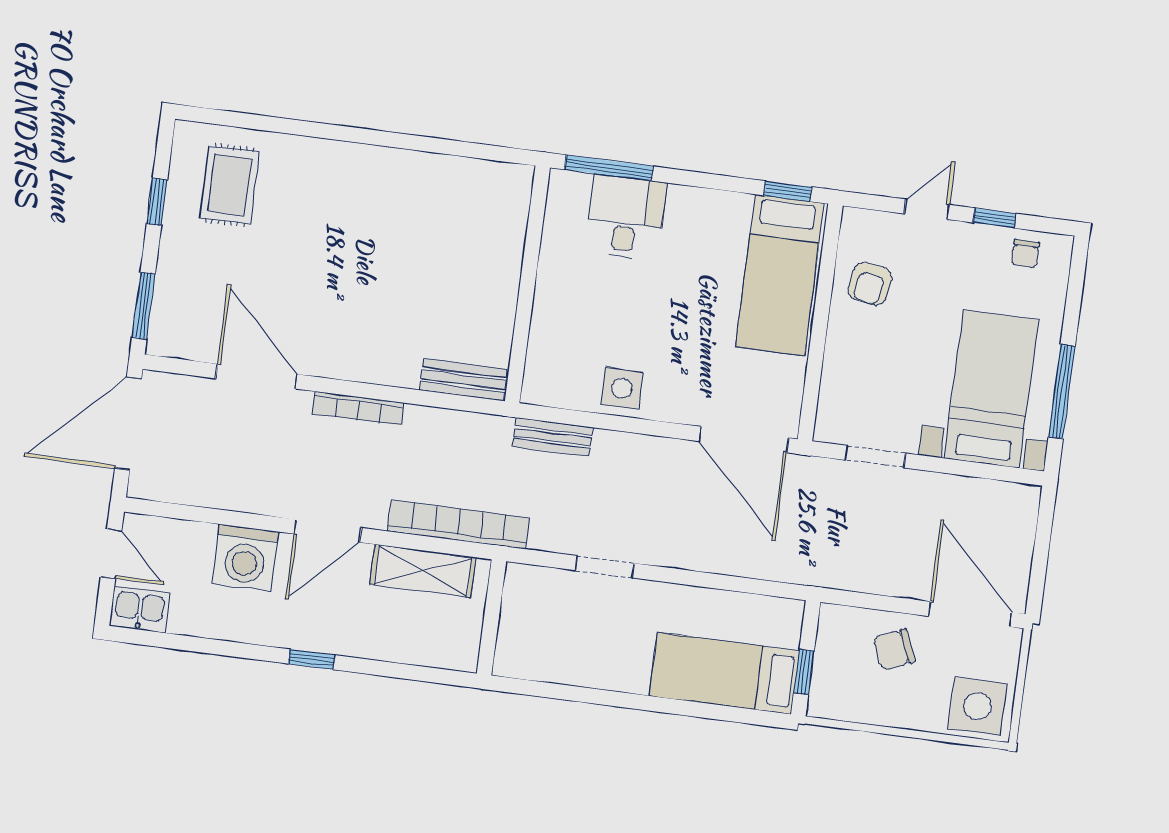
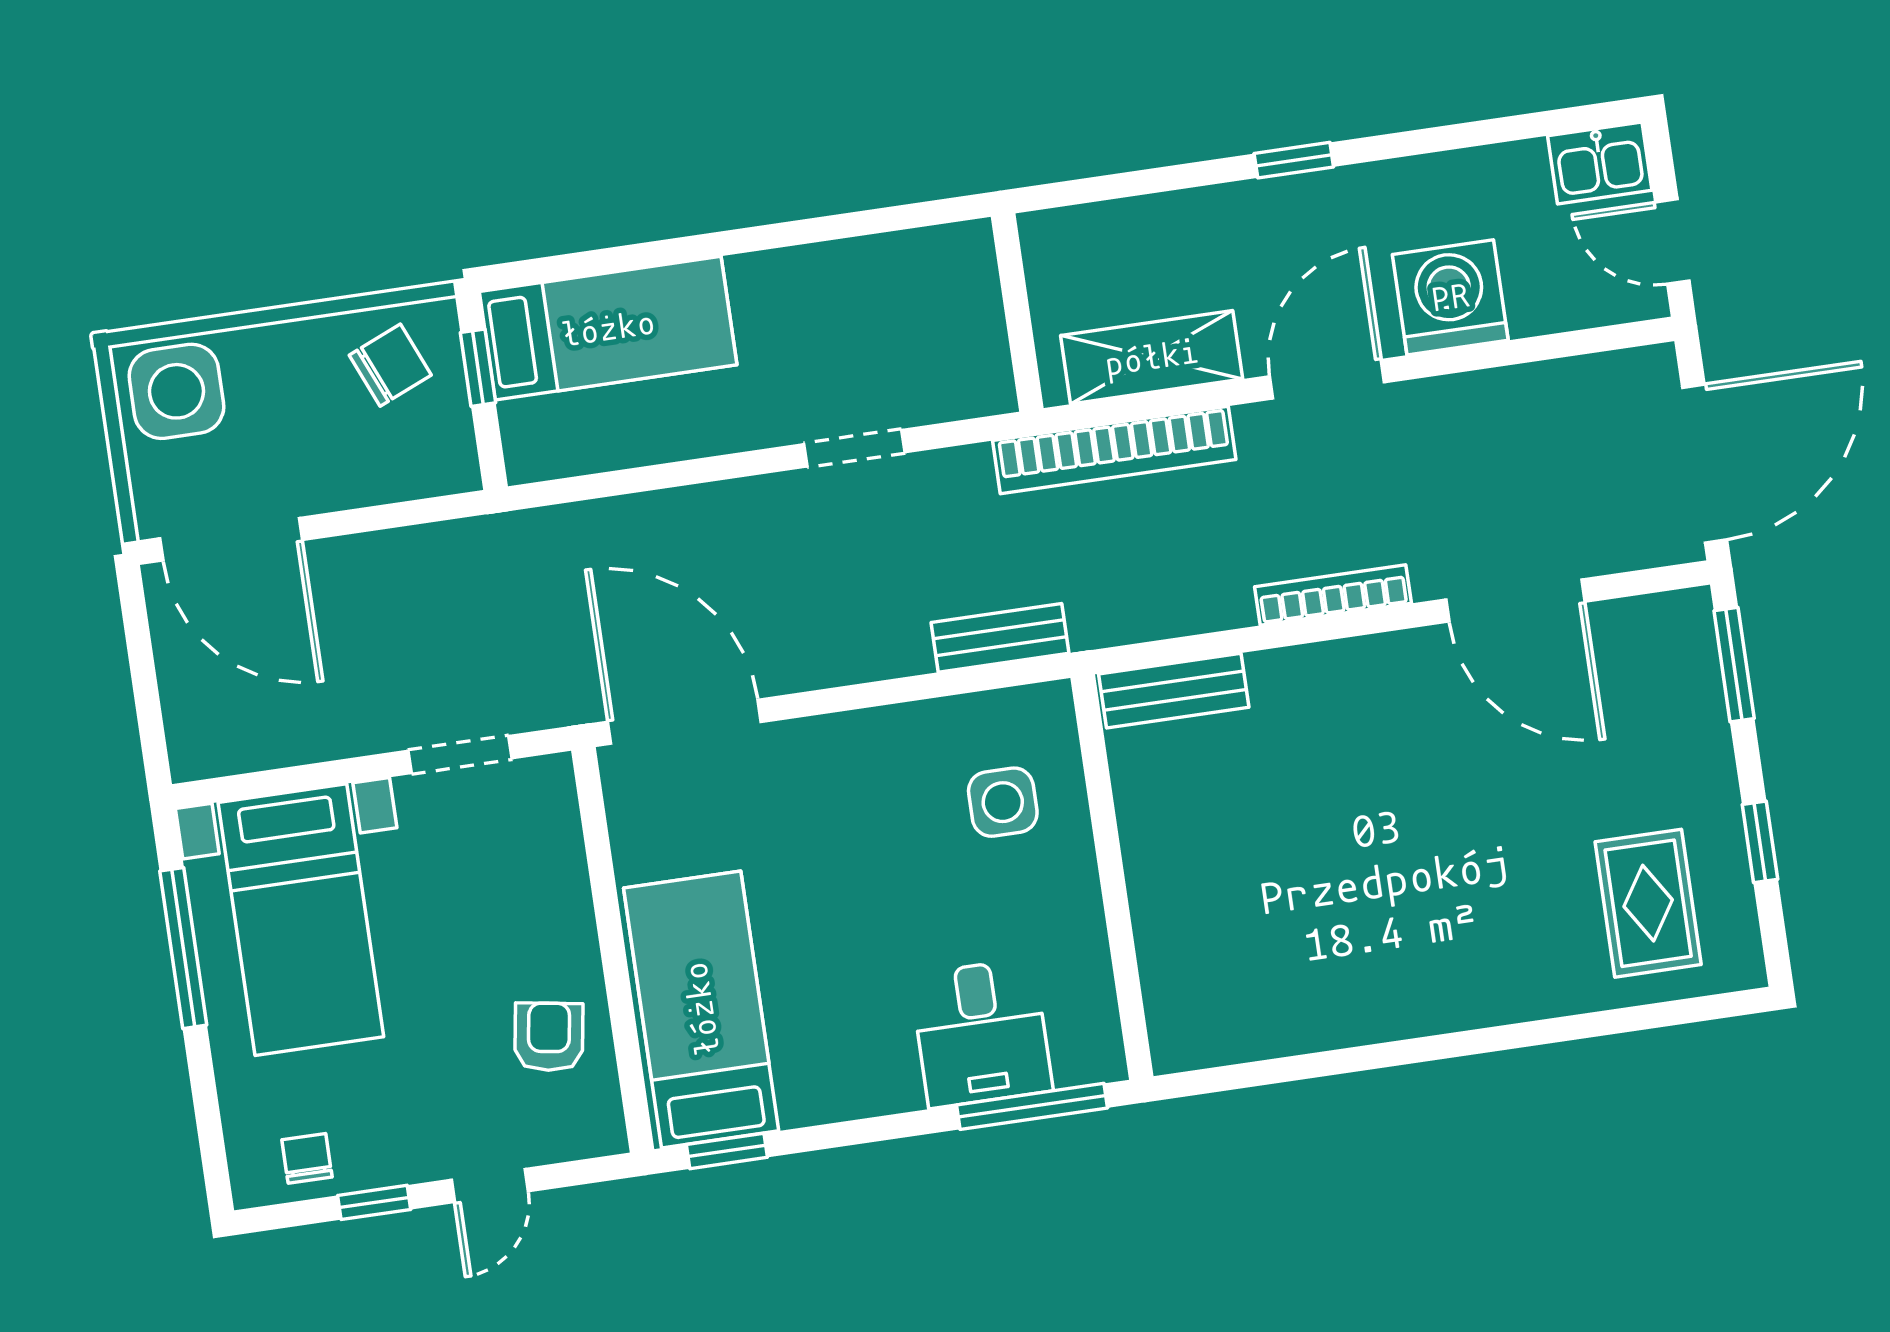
side table: (622, 388) -> (1003, 802), moved
chair: (894, 650) -> (390, 365), moved

